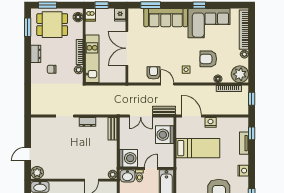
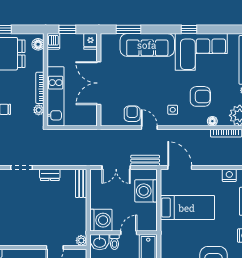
armchair: (208, 59) -> (200, 96), turned 180
nightstand: (211, 122) -> (229, 175), moved

